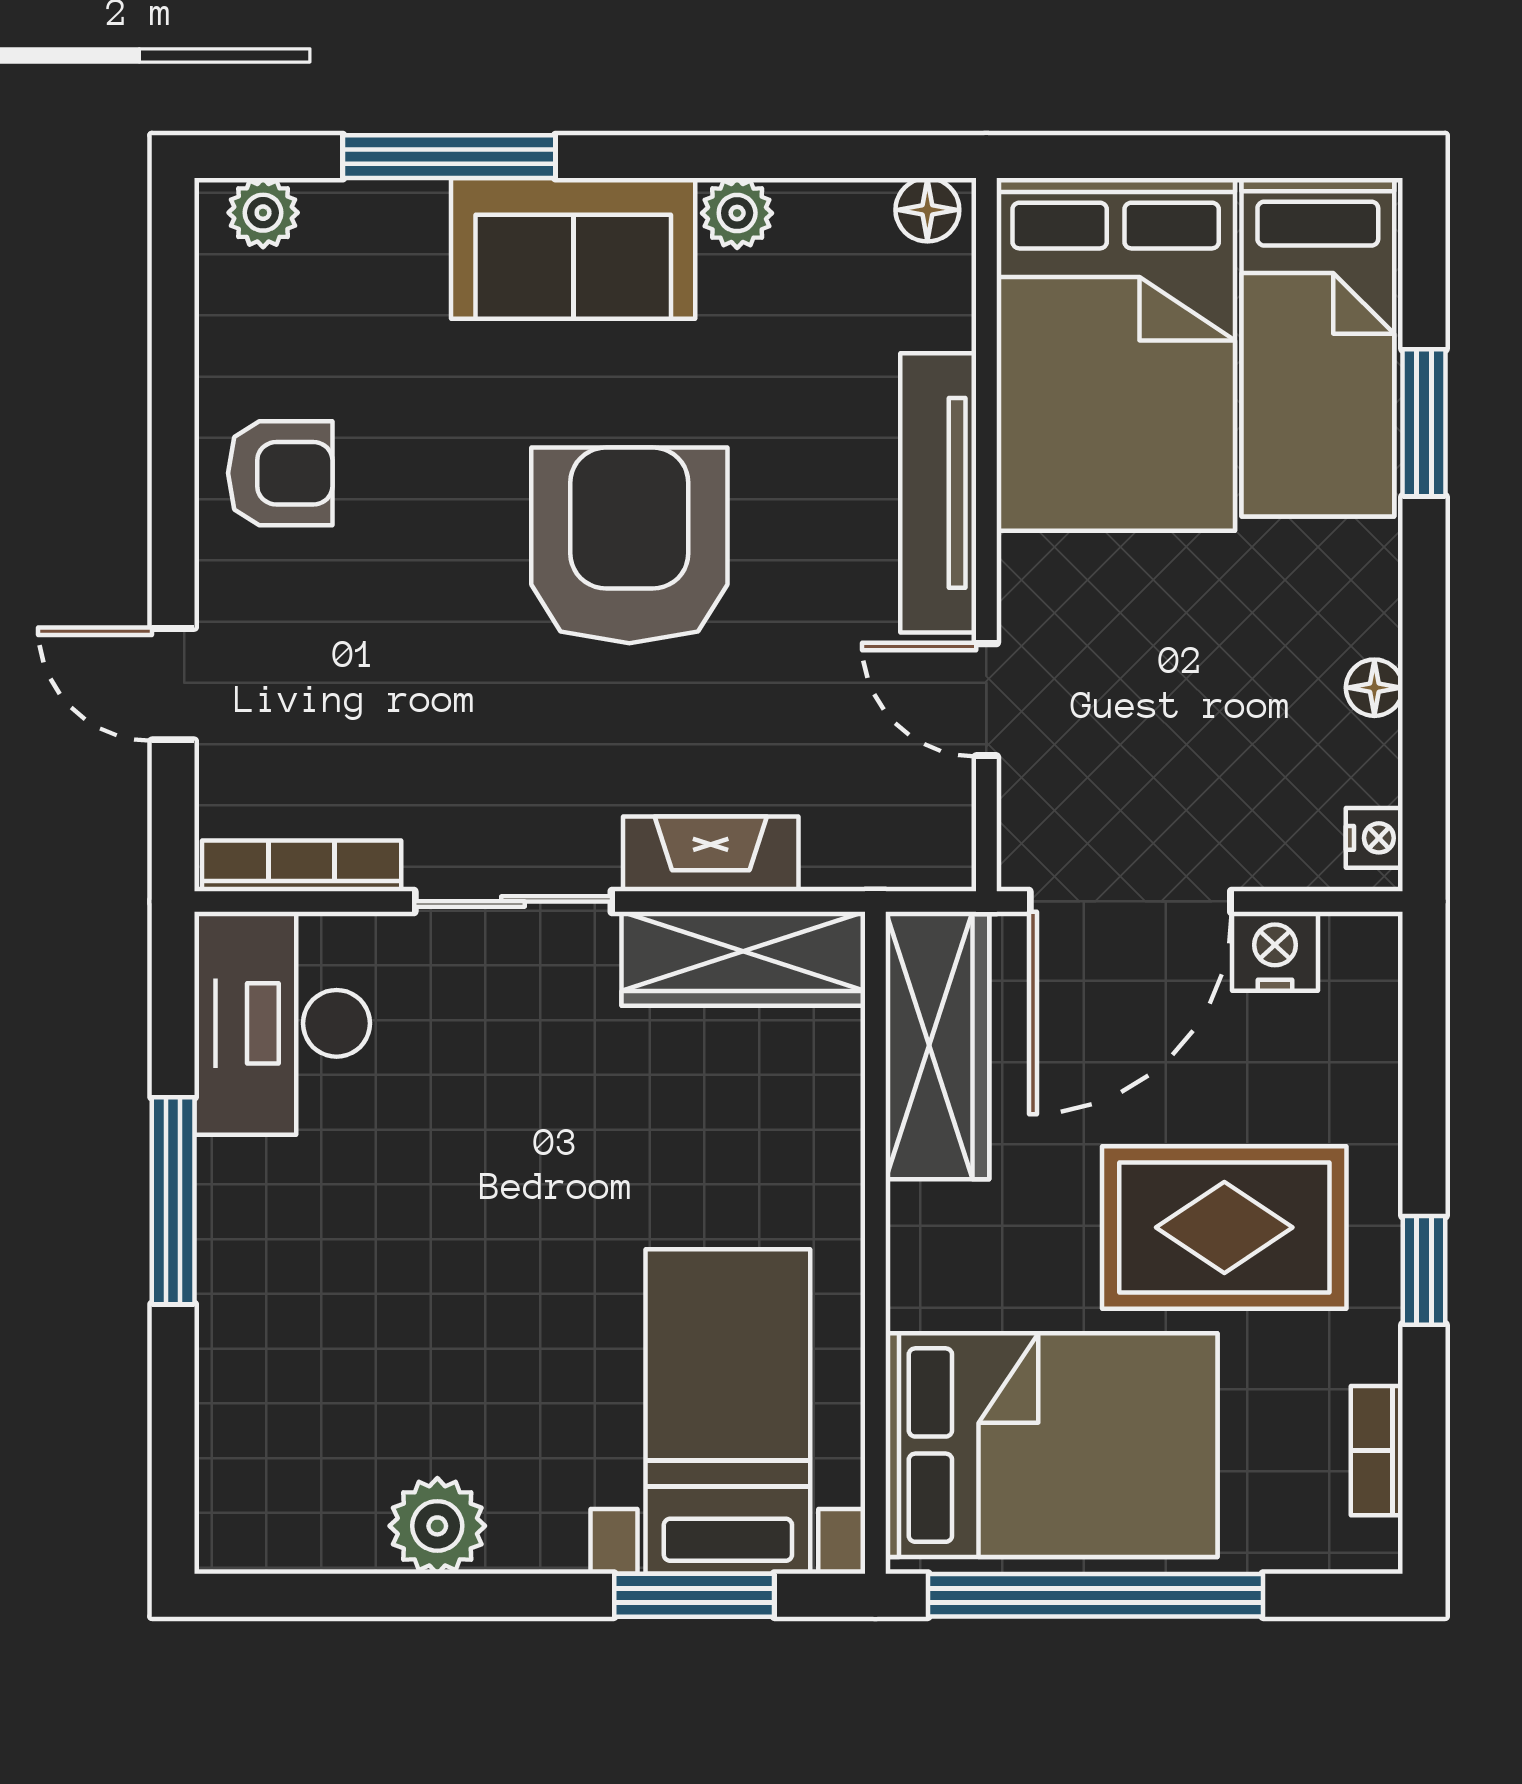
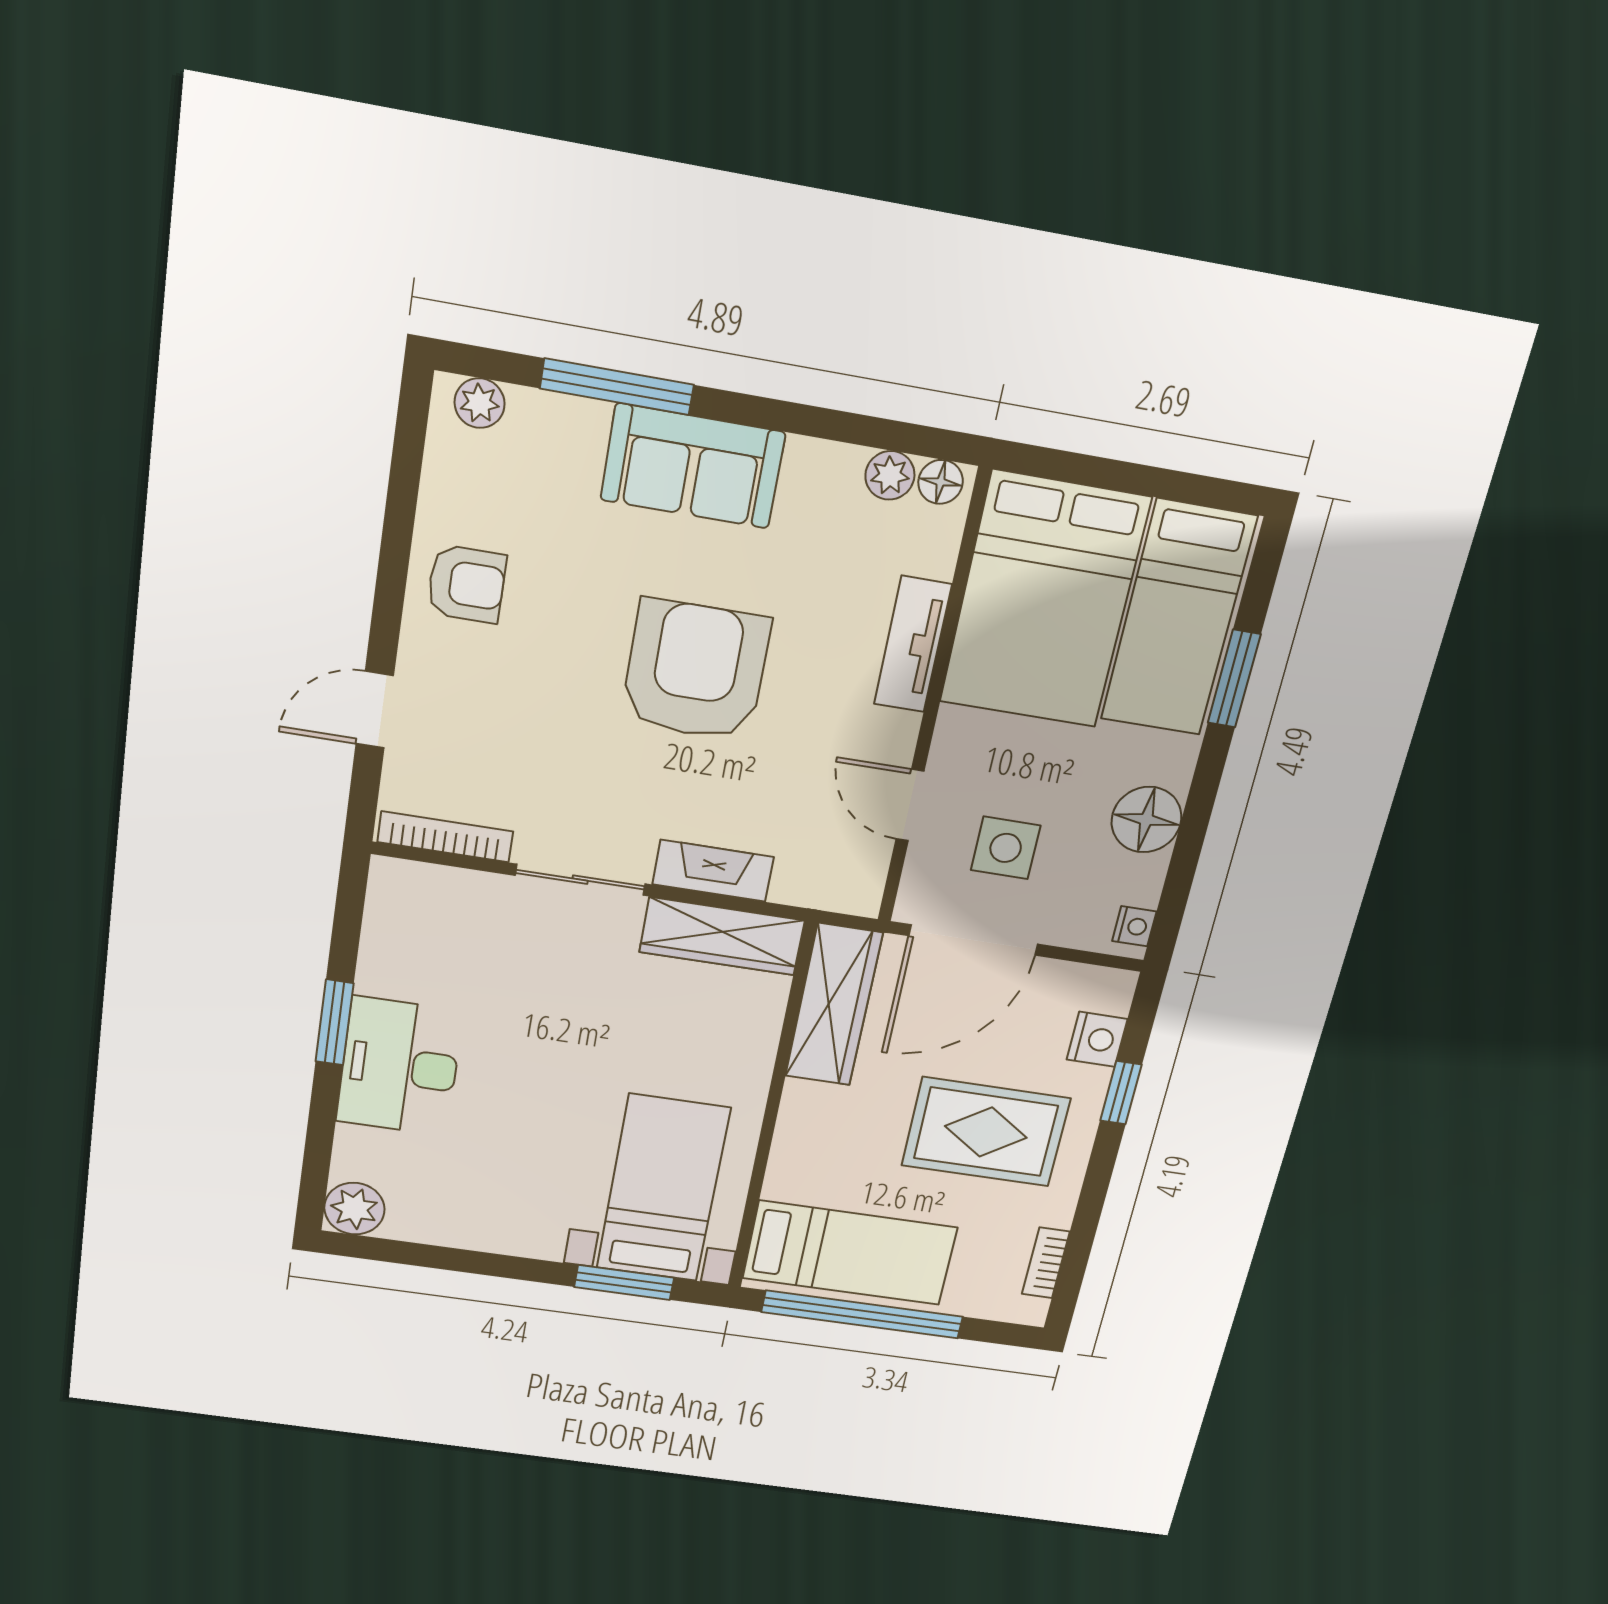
plant: (737, 213) -> (890, 475), moved
tv unit: (938, 493) -> (913, 644), width x0.71
door: (173, 684) -> (375, 710), hinge flipped
floor lamp: (1374, 688) -> (1146, 820), width x1.89, depth x1.89
side table: (1146, 743) -> (1006, 848), added
nightstand: (1275, 951) -> (1097, 1039), moved, turned 90
desk: (282, 1023) -> (400, 1067), moved
window: (173, 1201) -> (335, 1022), width x0.69
window: (1424, 1270) -> (1121, 1093), moved
bed: (1052, 1445) -> (850, 1253), width x0.67
plant: (437, 1526) -> (354, 1209), moved

